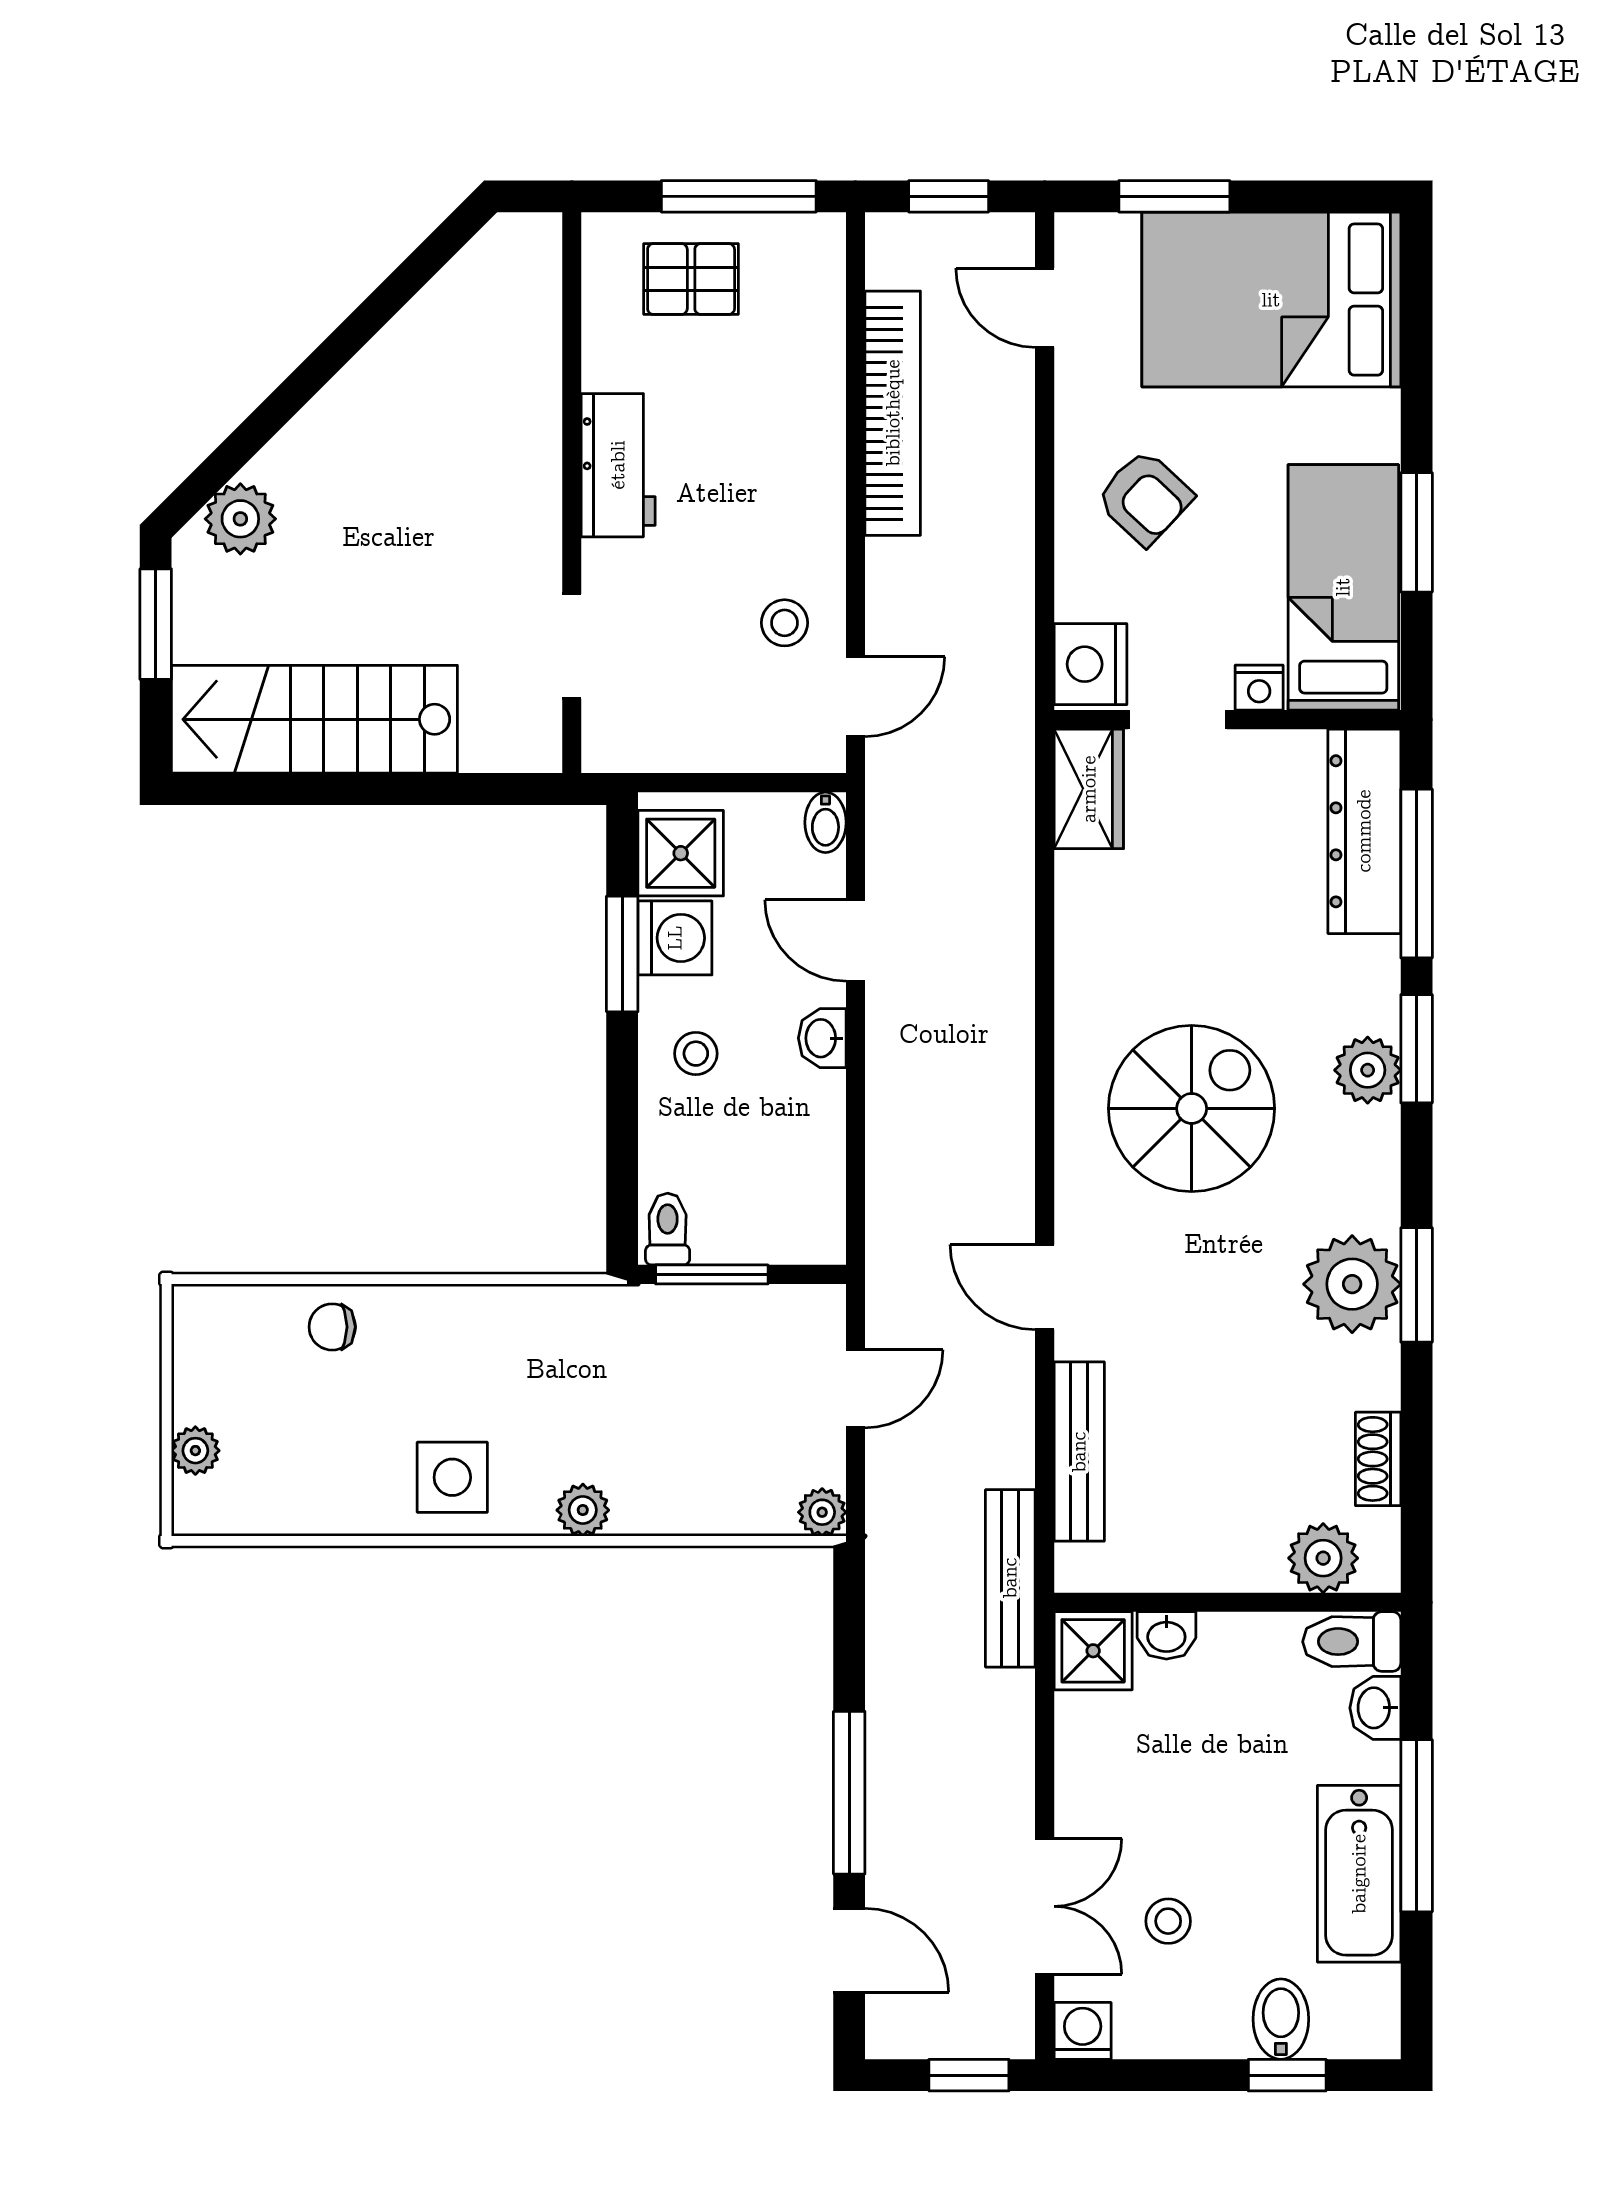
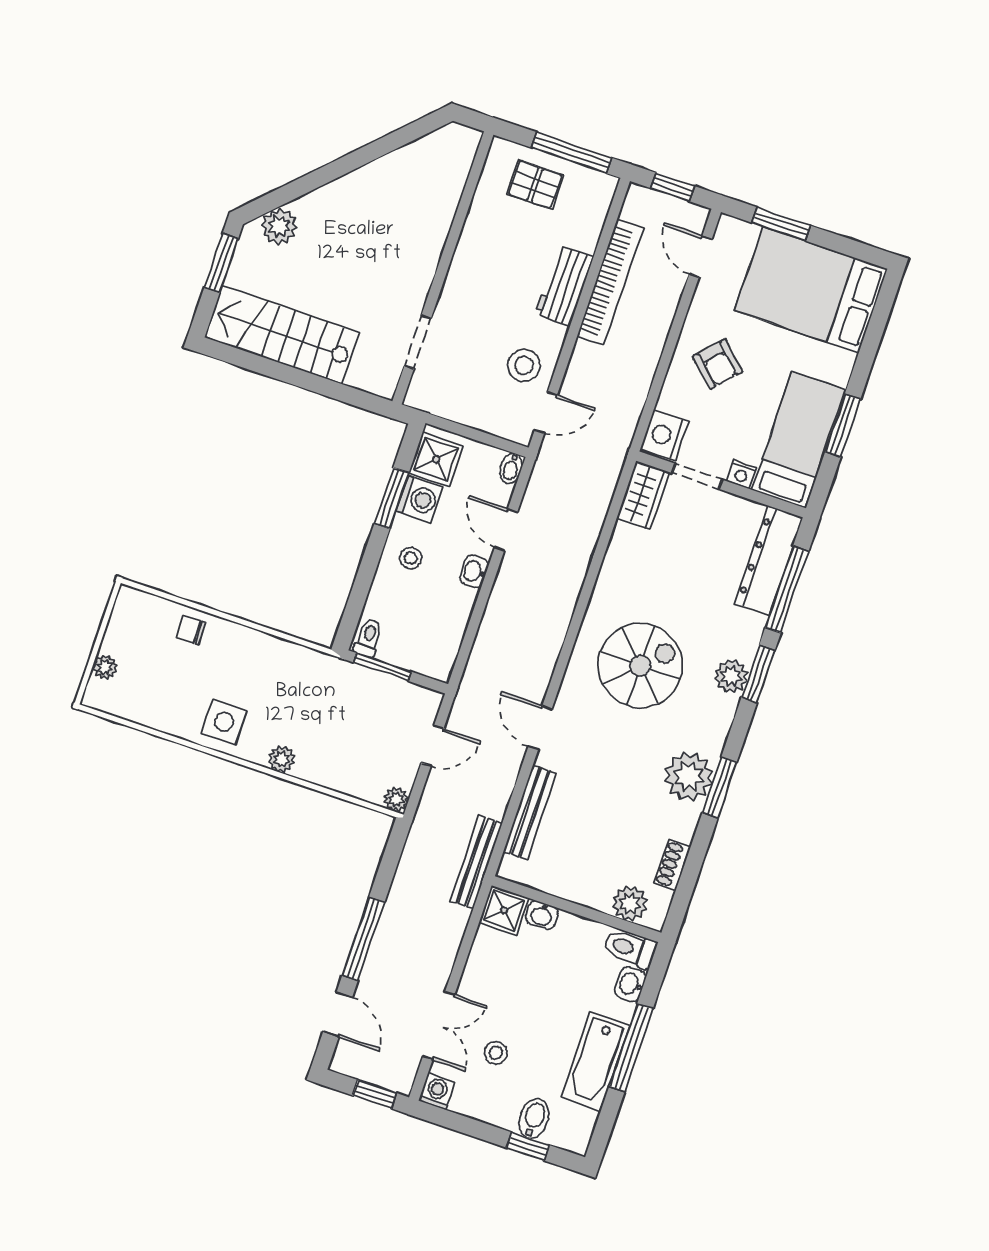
workbench: (618, 465) -> (564, 286), moved, turned 180
stool: (785, 623) -> (524, 365), width x1.37, depth x1.37

